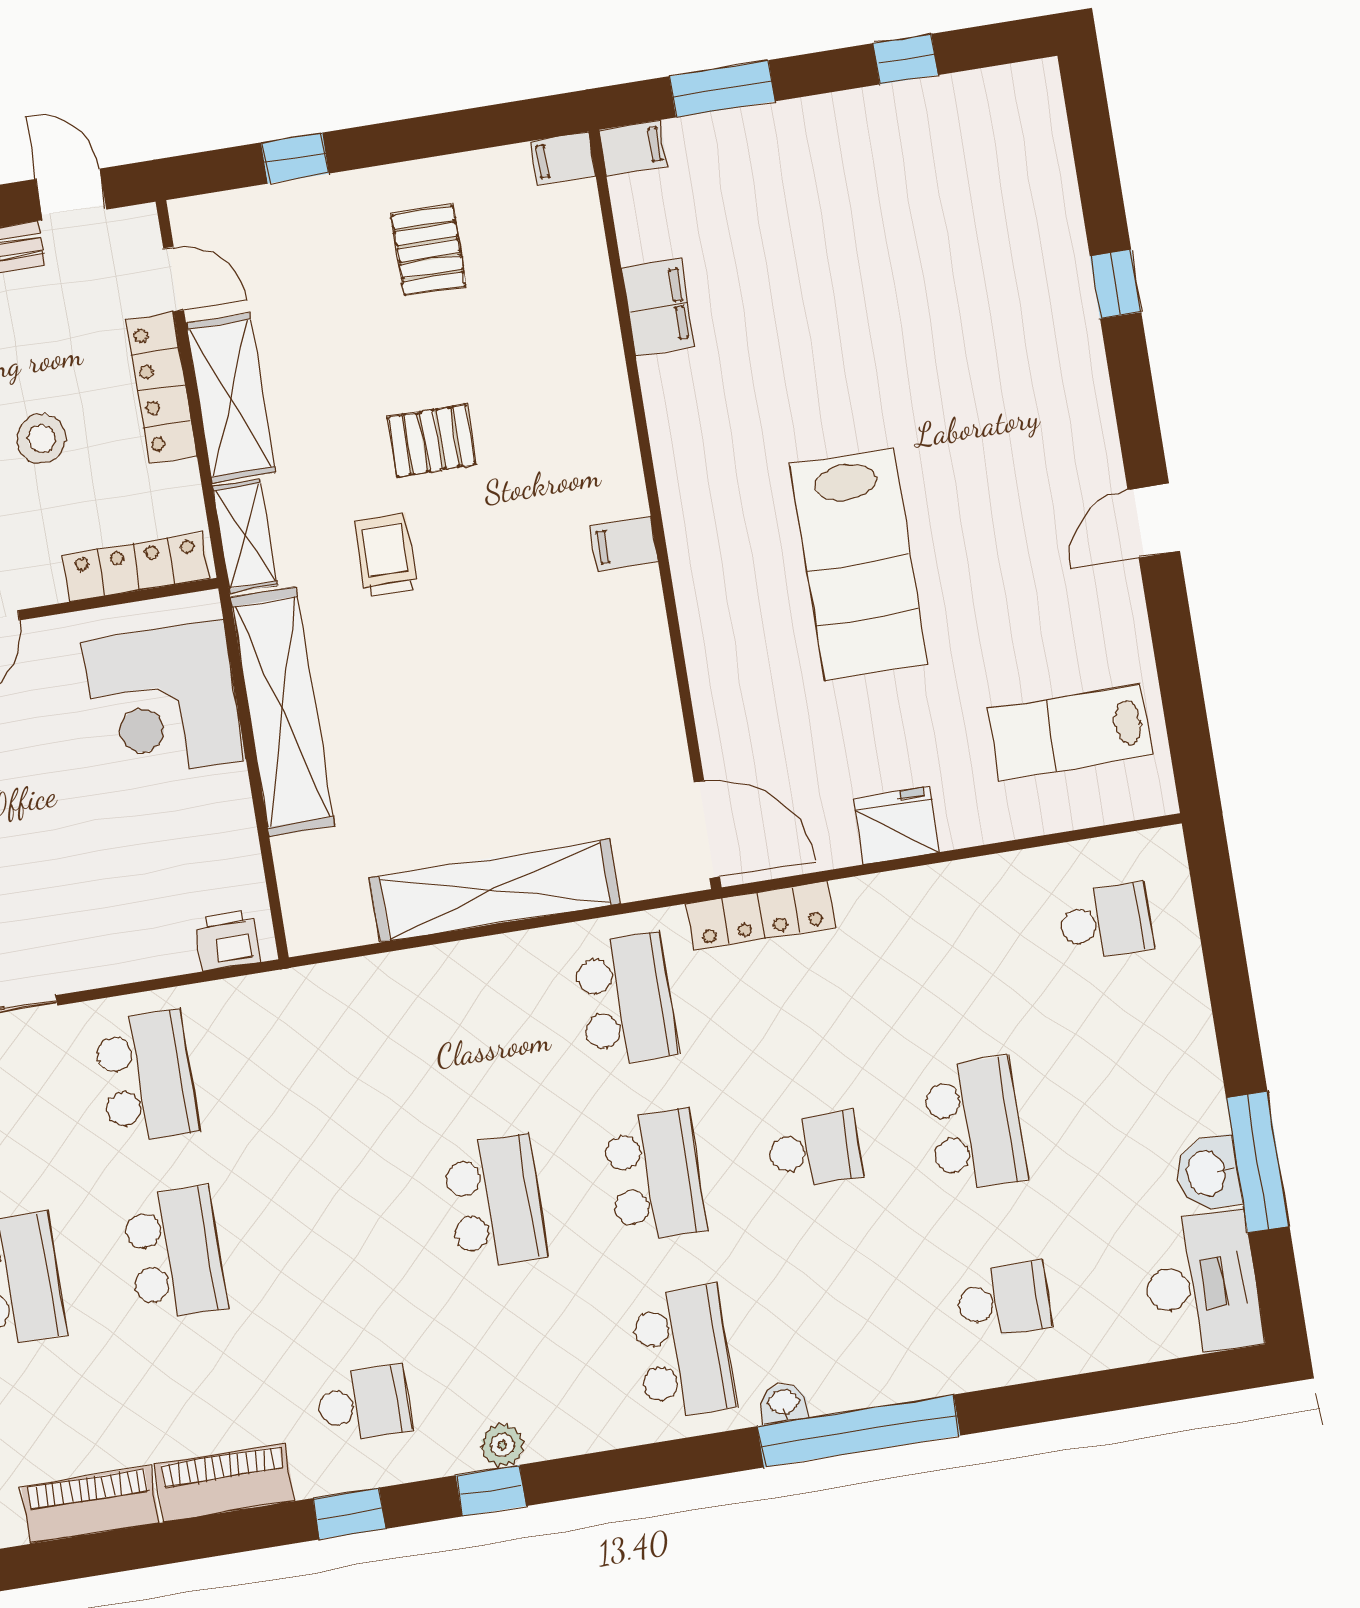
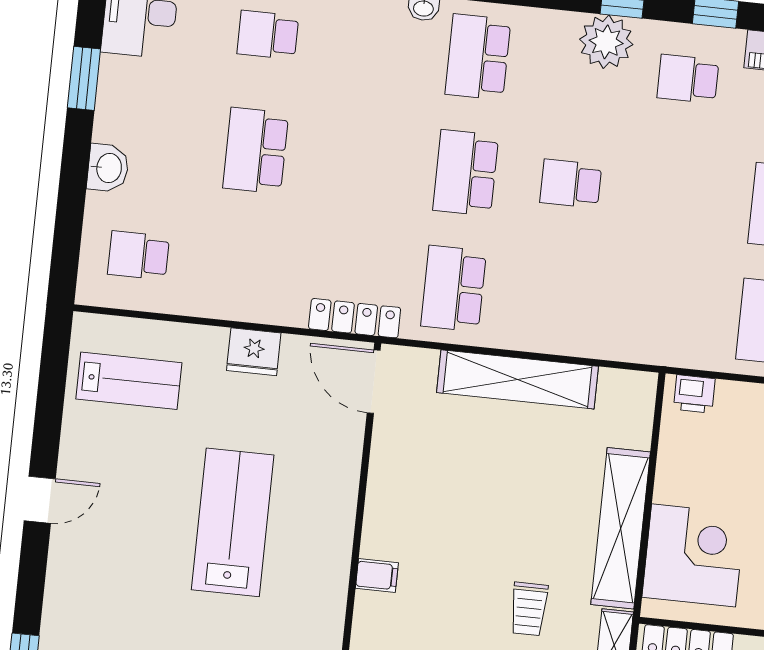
school desk: (815, 1150) -> (361, 162), removed
window: (1258, 1162) -> (84, 78), width x0.69
washbasin: (1208, 1173) -> (108, 168), moved
school desk: (495, 1202) -> (571, 184), width x0.54
plant: (502, 1445) -> (606, 42), width x1.87, depth x1.87

